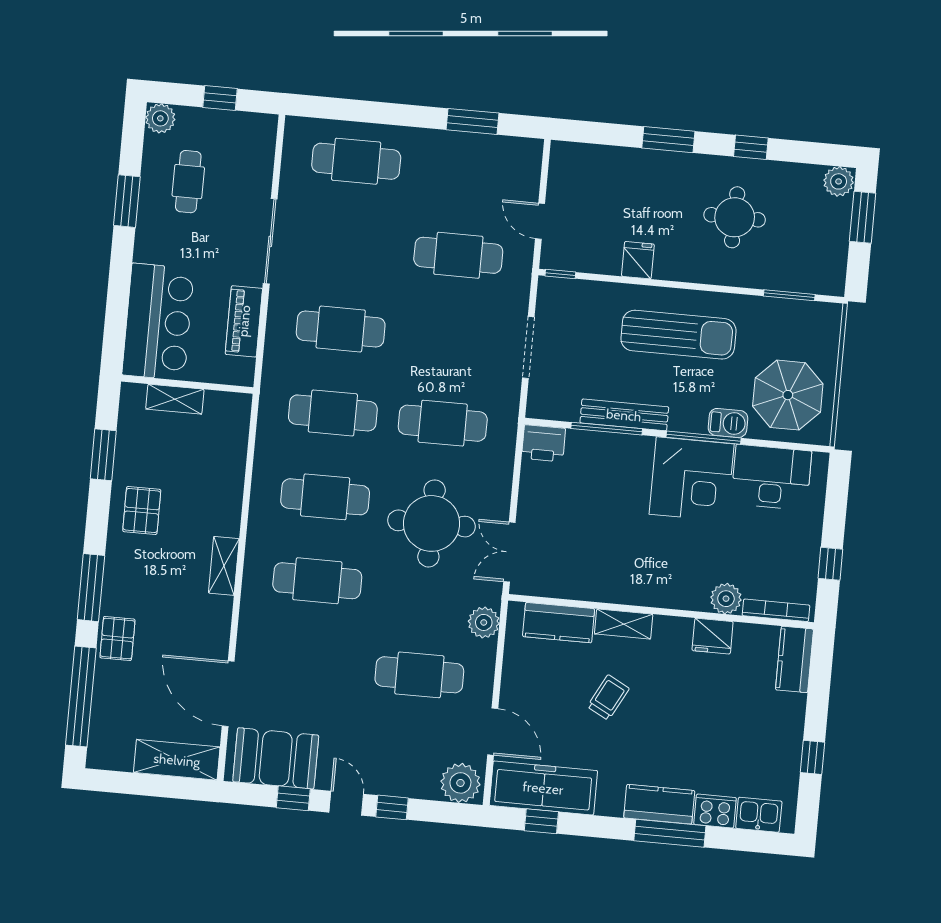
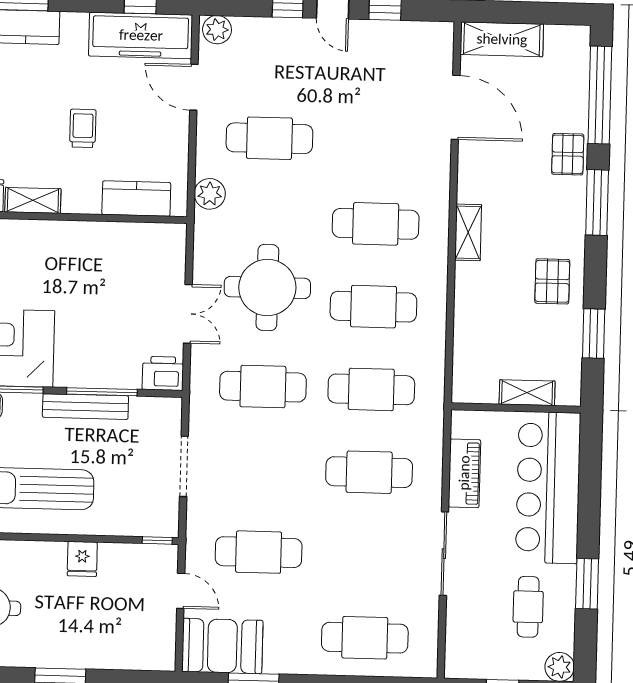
bar counter: (158, 322) -> (548, 488), width x1.36
double door: (509, 552) -> (188, 314), moved
shelving: (624, 624) -> (33, 200), moved
trolley: (608, 698) -> (83, 128), turned 152
booth: (276, 758) -> (222, 646), moved
plant: (460, 783) -> (217, 30), width x0.73, depth x0.73

